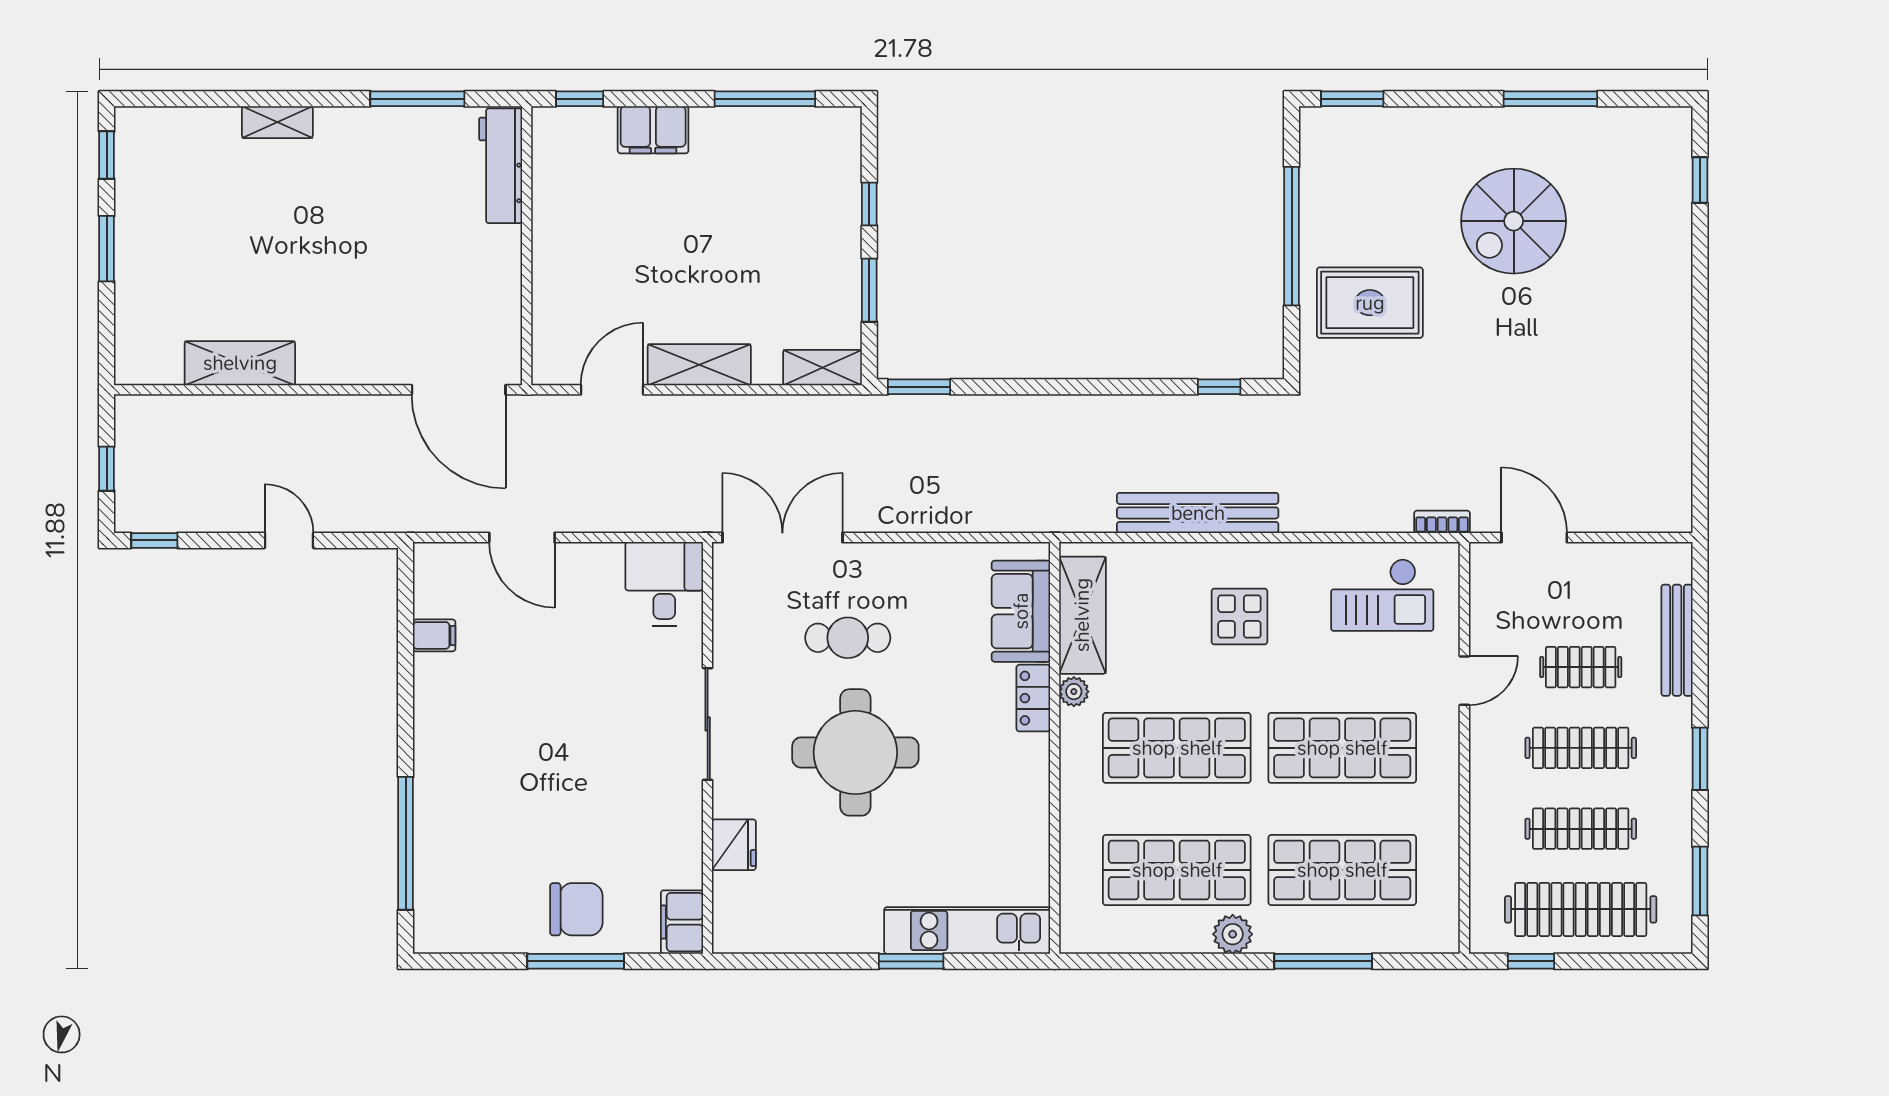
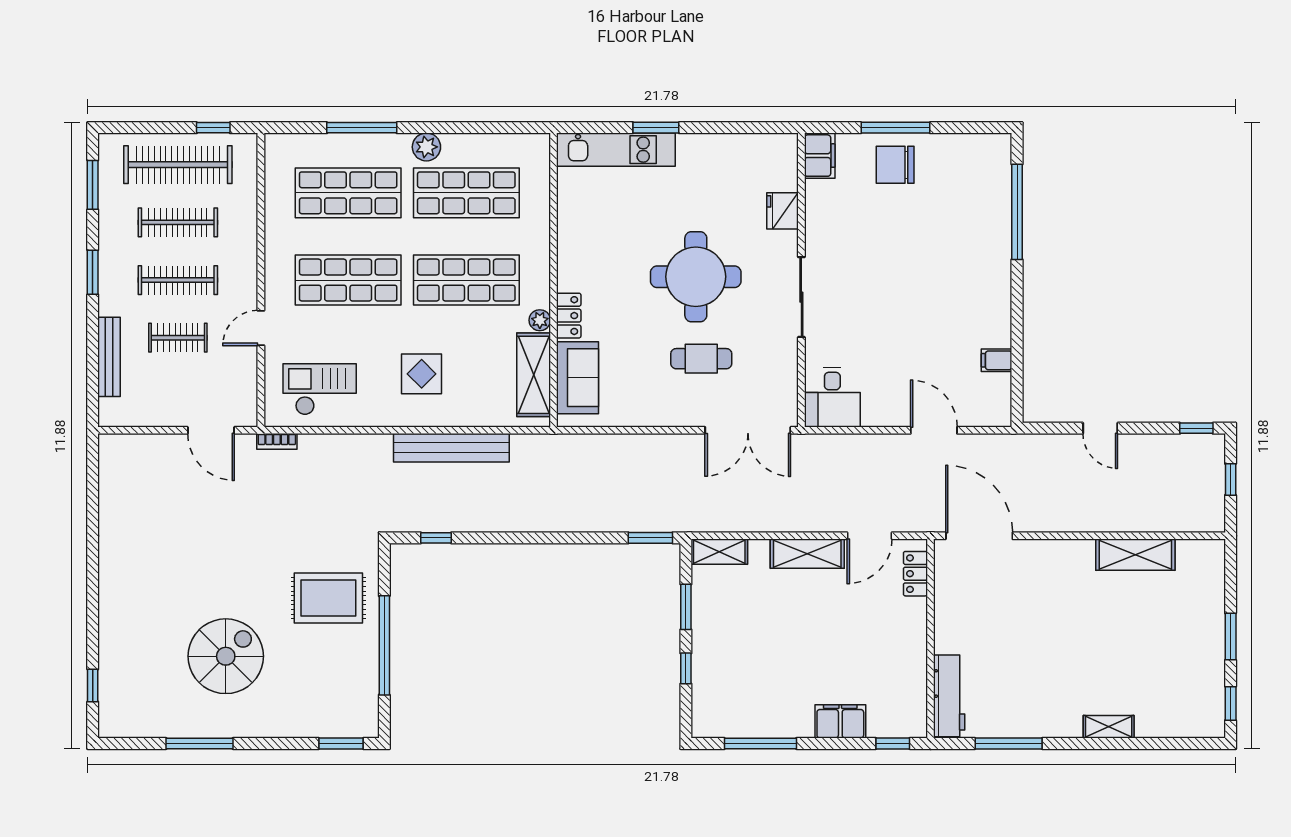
locker: (548, 337) -> (915, 574), added

